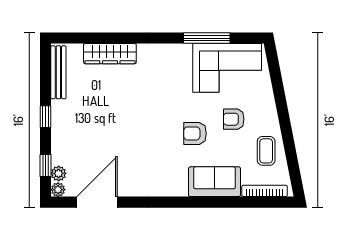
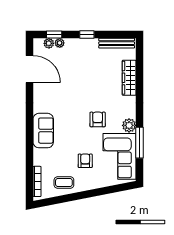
plant: (181, 54) -> (129, 125), added
armchair: (195, 133) -> (98, 119), moved
sofa: (215, 182) -> (43, 131), moved
plant: (58, 190) -> (60, 43), moved

